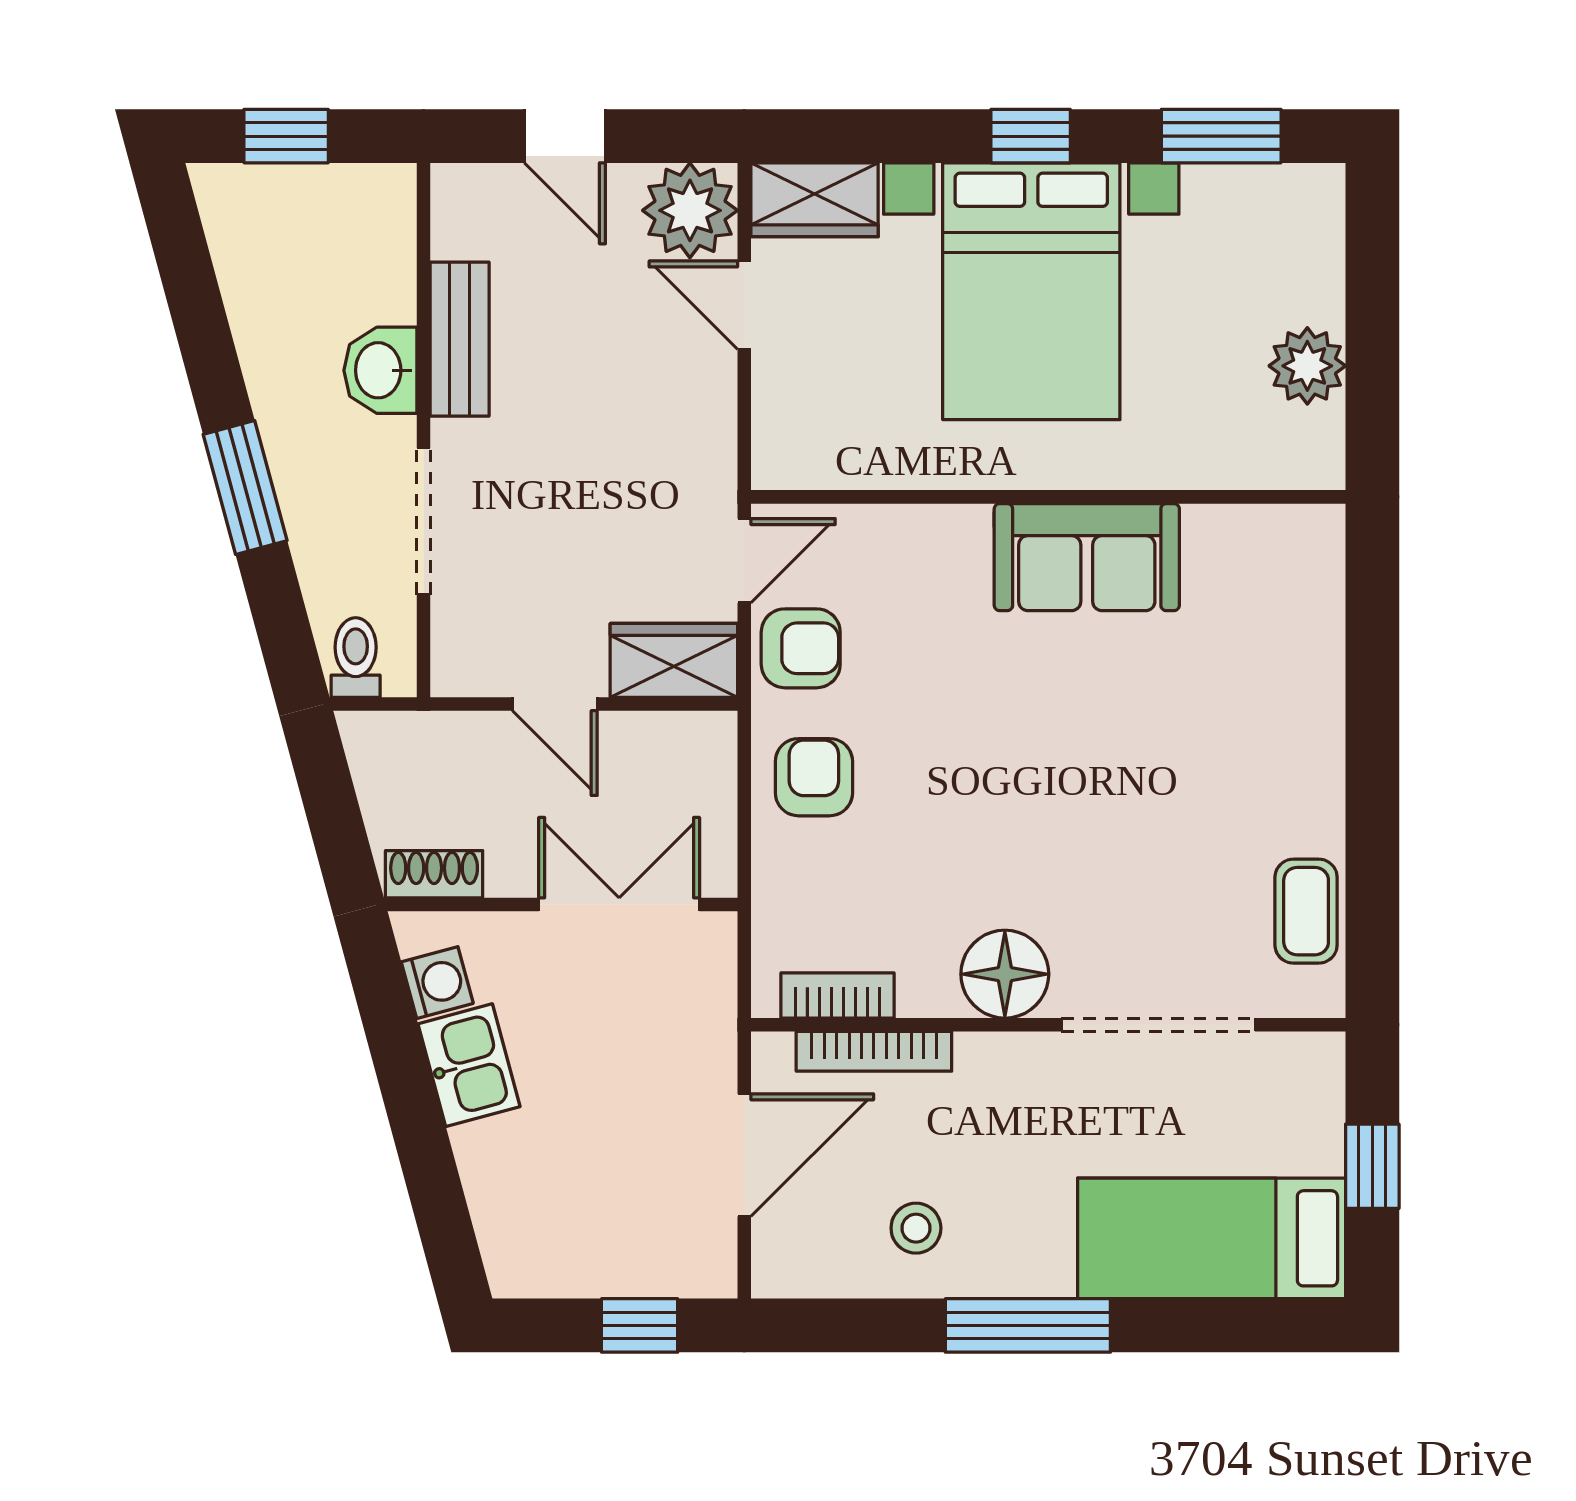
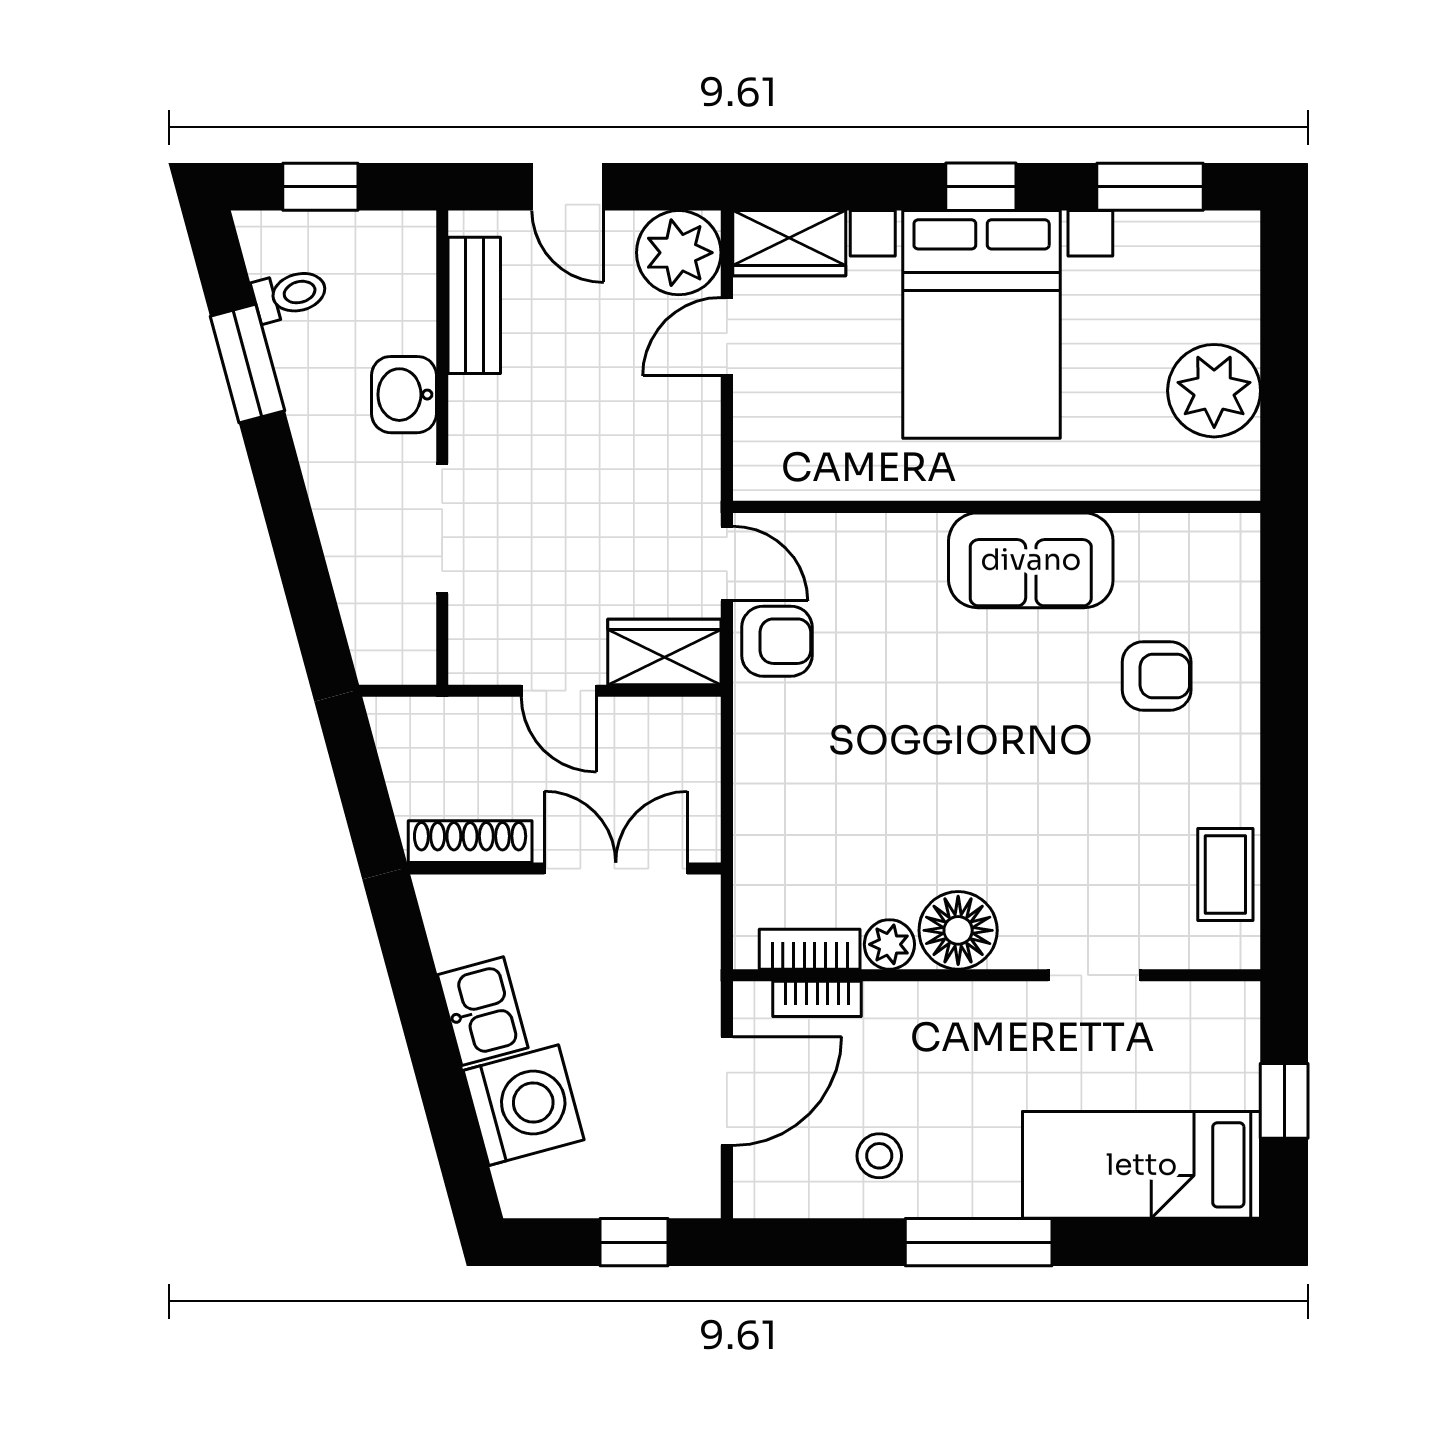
door: (744, 305) -> (727, 337), hinge flipped
bench: (460, 339) -> (474, 305), moved
plant: (1307, 366) -> (1214, 391), width x1.36, depth x1.36
window: (245, 487) -> (247, 363), moved
door: (744, 561) -> (727, 563), hinge flipped
toilet: (356, 658) -> (290, 295), moved, turned 75
armchair: (814, 777) -> (1157, 676), moved, turned 90
shoe rack: (434, 874) -> (470, 842), width x1.43
washing machine: (437, 983) -> (524, 1105), moved, width x1.89, depth x1.89
plant: (927, 990) -> (889, 944), added
doorway: (1158, 1025) -> (1094, 975), width x0.53
bookcase: (874, 1051) -> (817, 999), width x0.64

